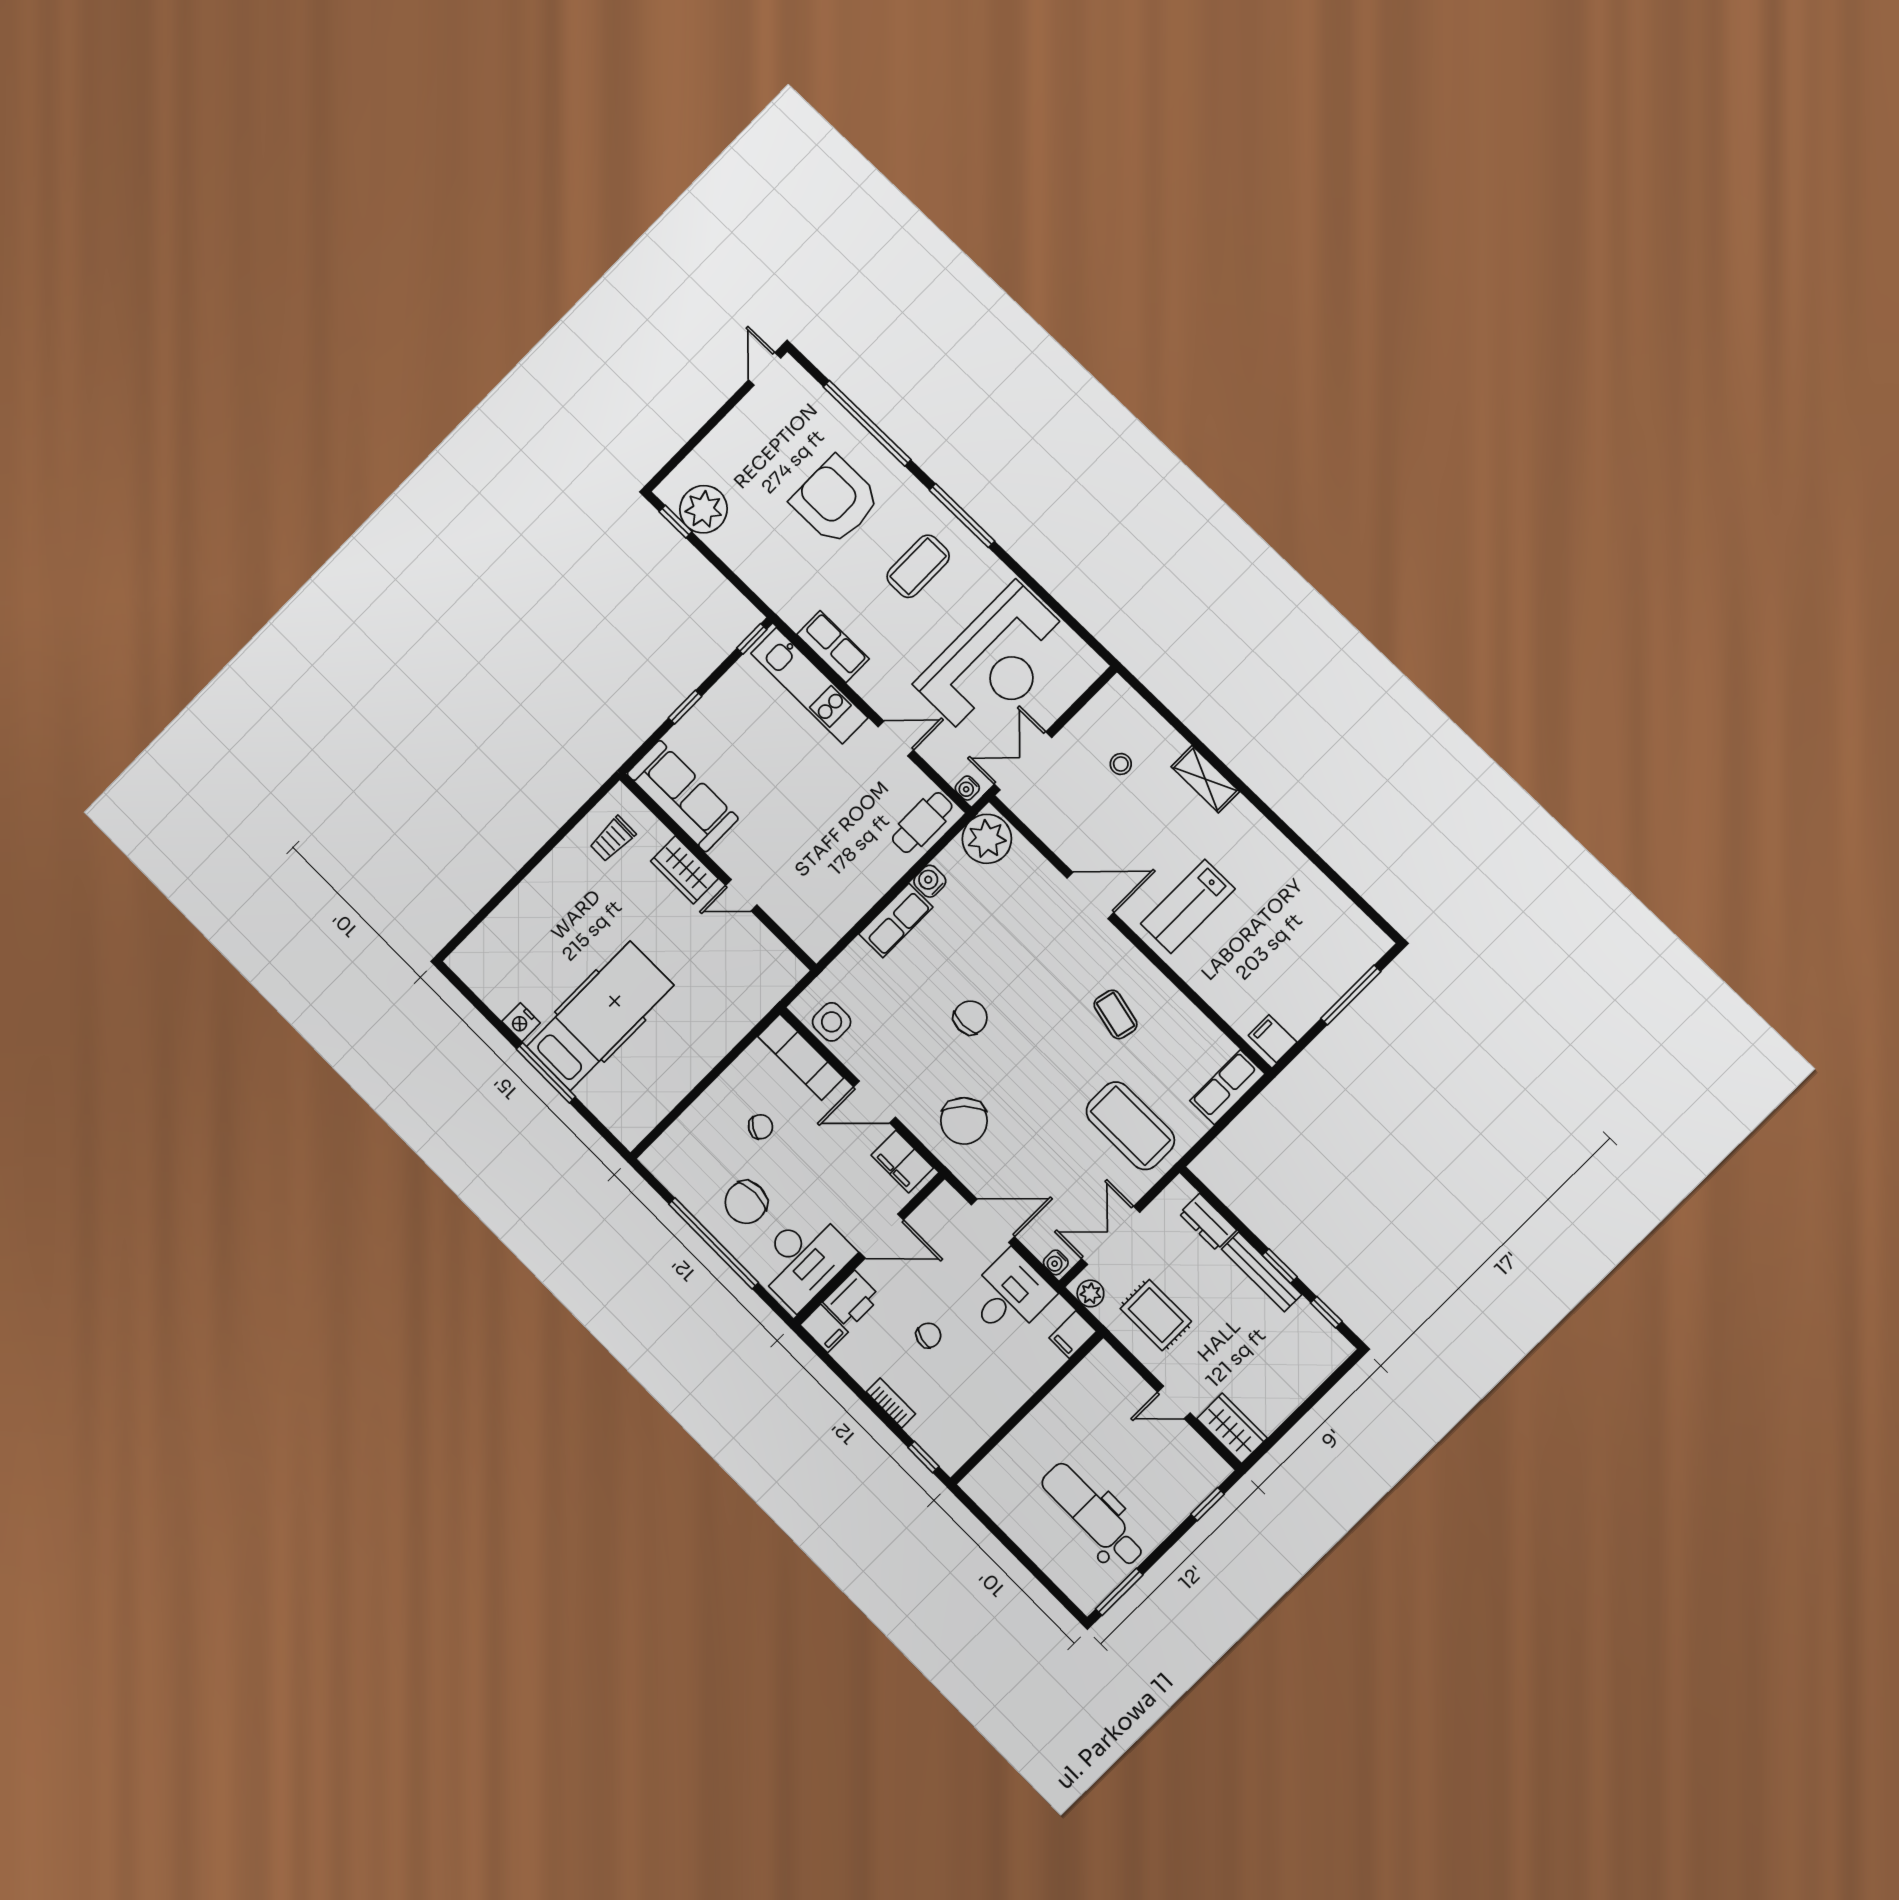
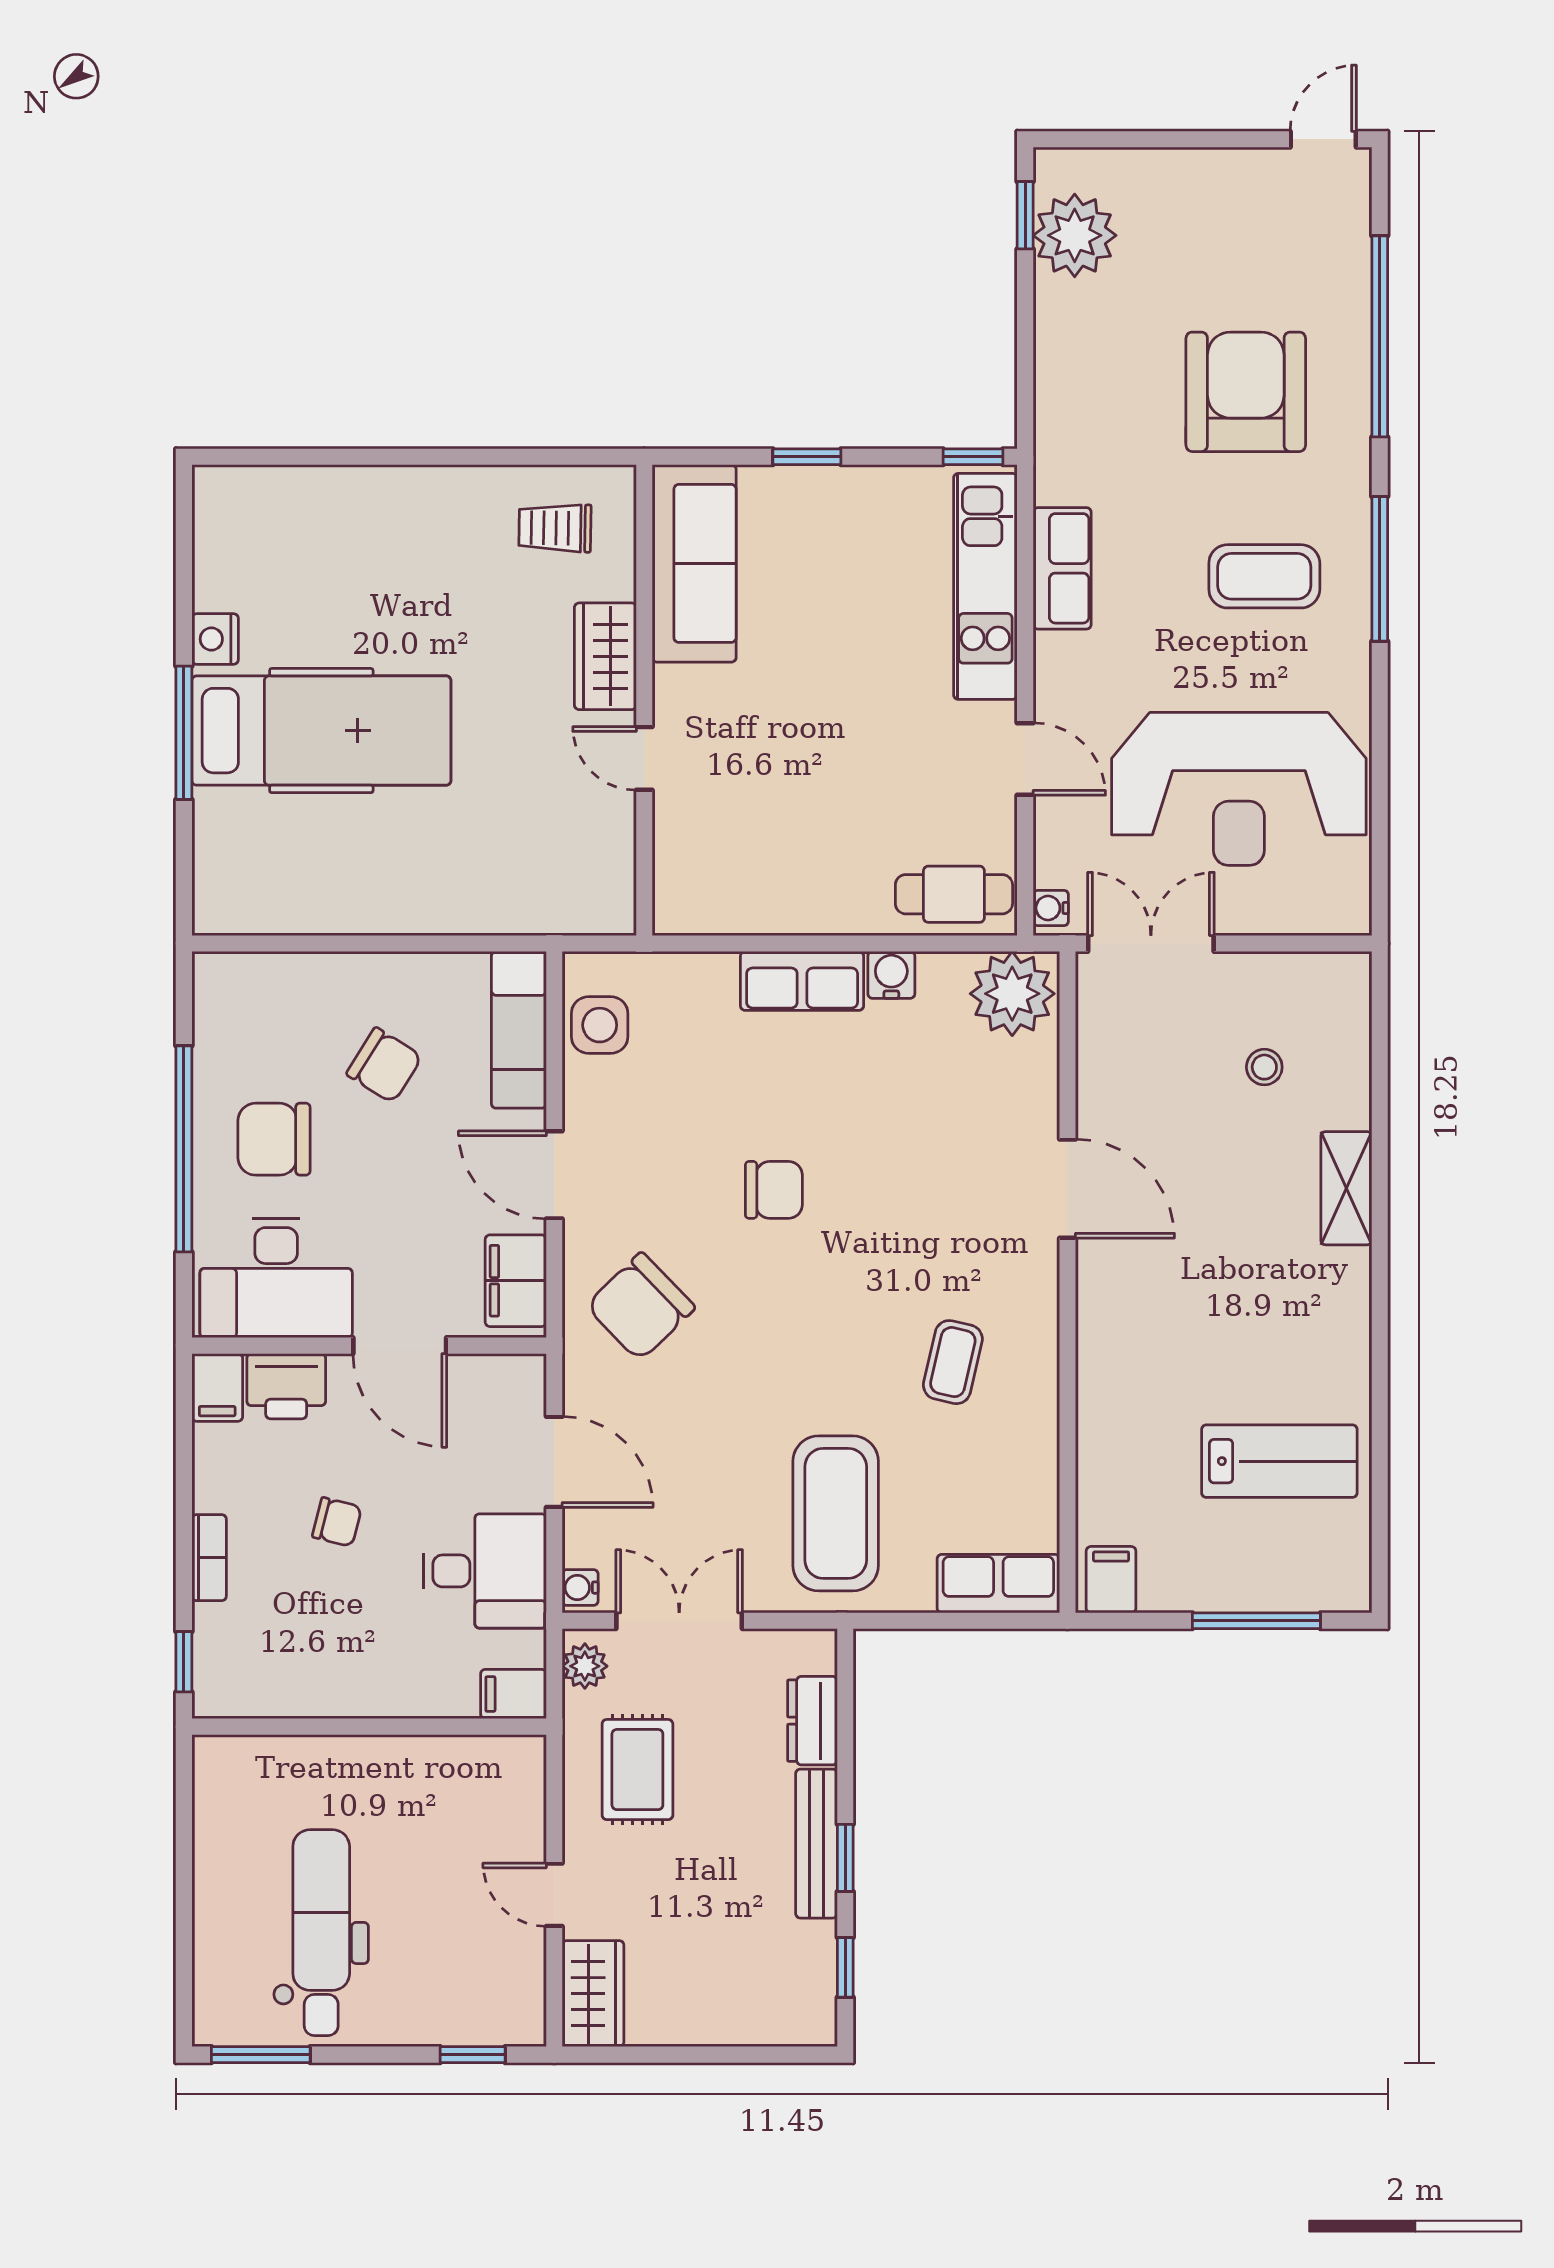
lab bench: (1188, 906) -> (1279, 1461), moved, turned 180
chair: (761, 1127) -> (384, 1065), width x1.37, depth x1.37

